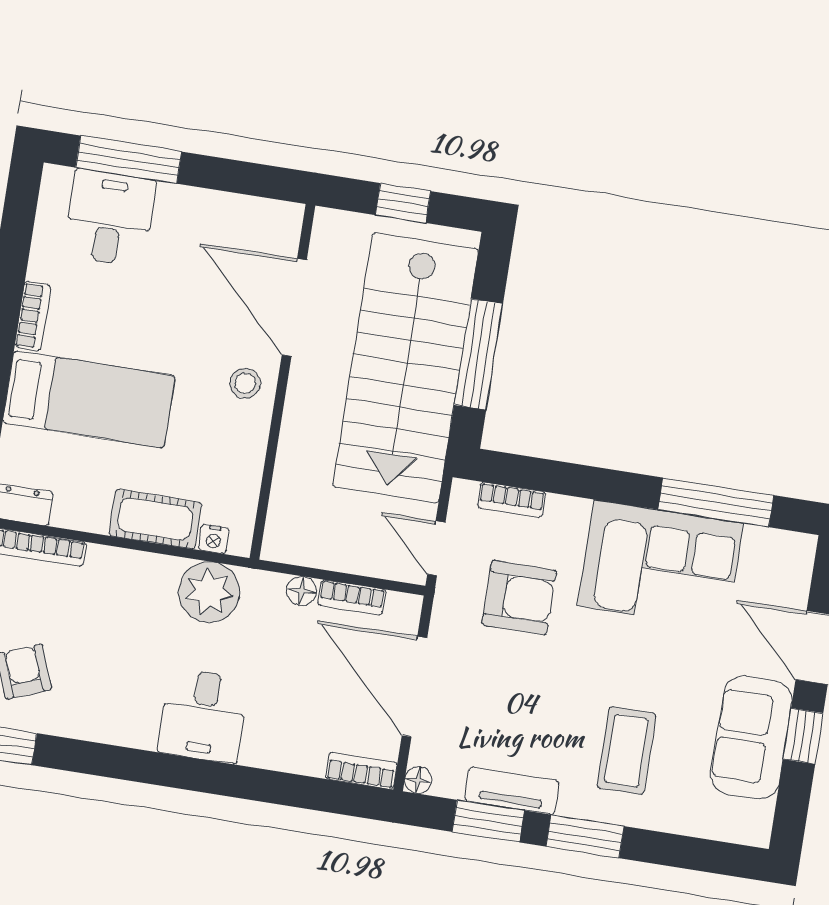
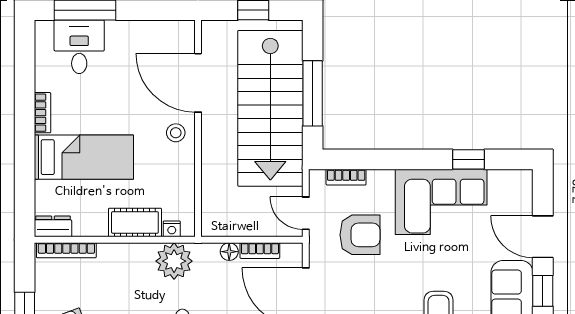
window: (716, 502) -> (468, 159), width x0.46

